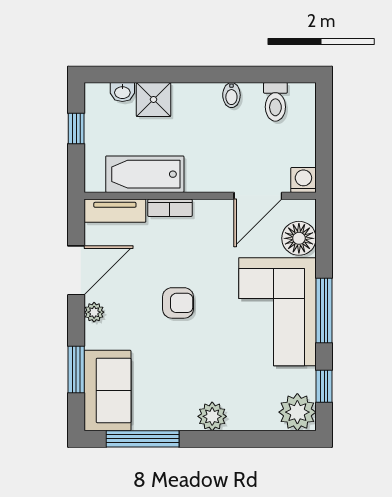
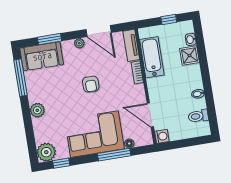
floor lamp: (299, 238) -> (129, 143), width x0.53, depth x0.53
window: (324, 310) -> (114, 155), moved

